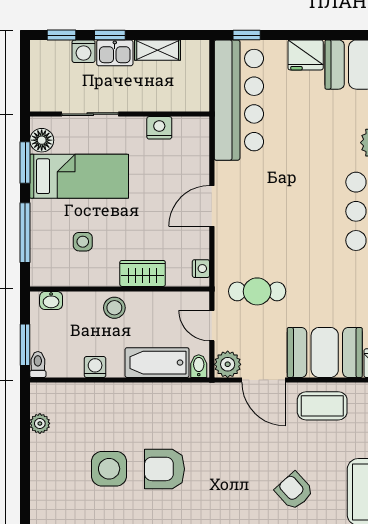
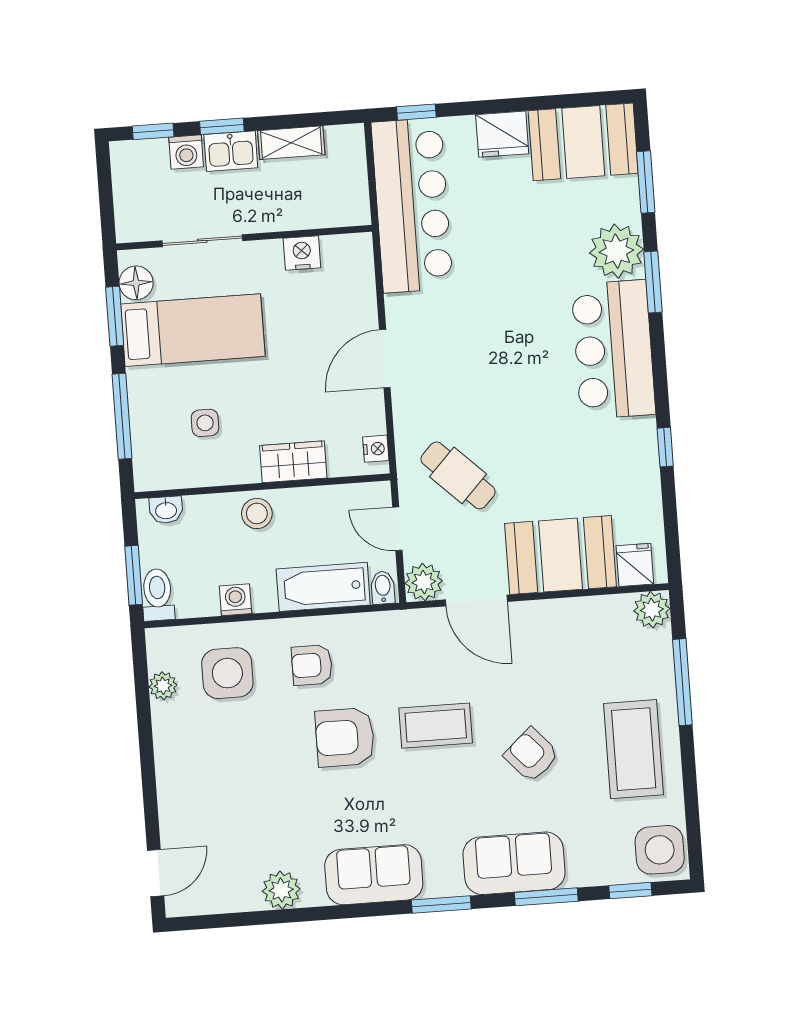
cafe table: (257, 291) -> (458, 475), turned 44
toilet: (38, 365) -> (158, 595), width x1.37, depth x1.39
coffee table: (322, 406) -> (436, 726), moved
armchair: (145, 417) -> (312, 665), added
side table: (109, 469) -> (227, 673), moved

